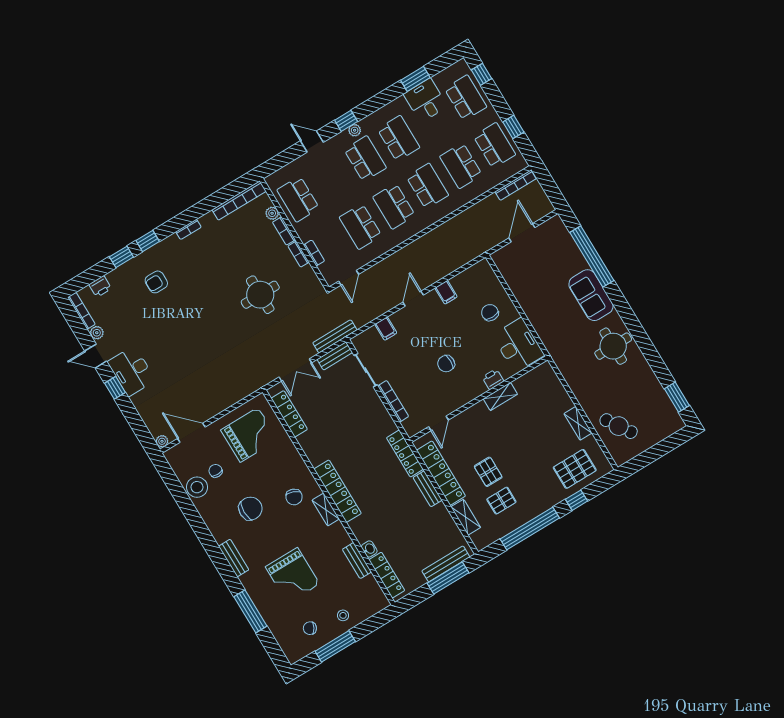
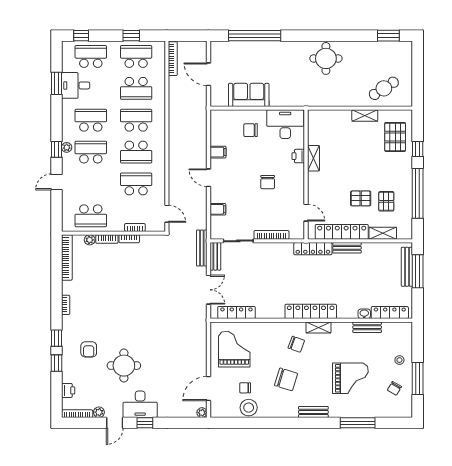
school desk: (360, 227) -> (136, 184), turned 180
round table: (260, 295) -> (124, 366), moved
sofa: (591, 295) -> (249, 95), moved, turned 180
chair: (250, 508) -> (286, 379), turned 107

